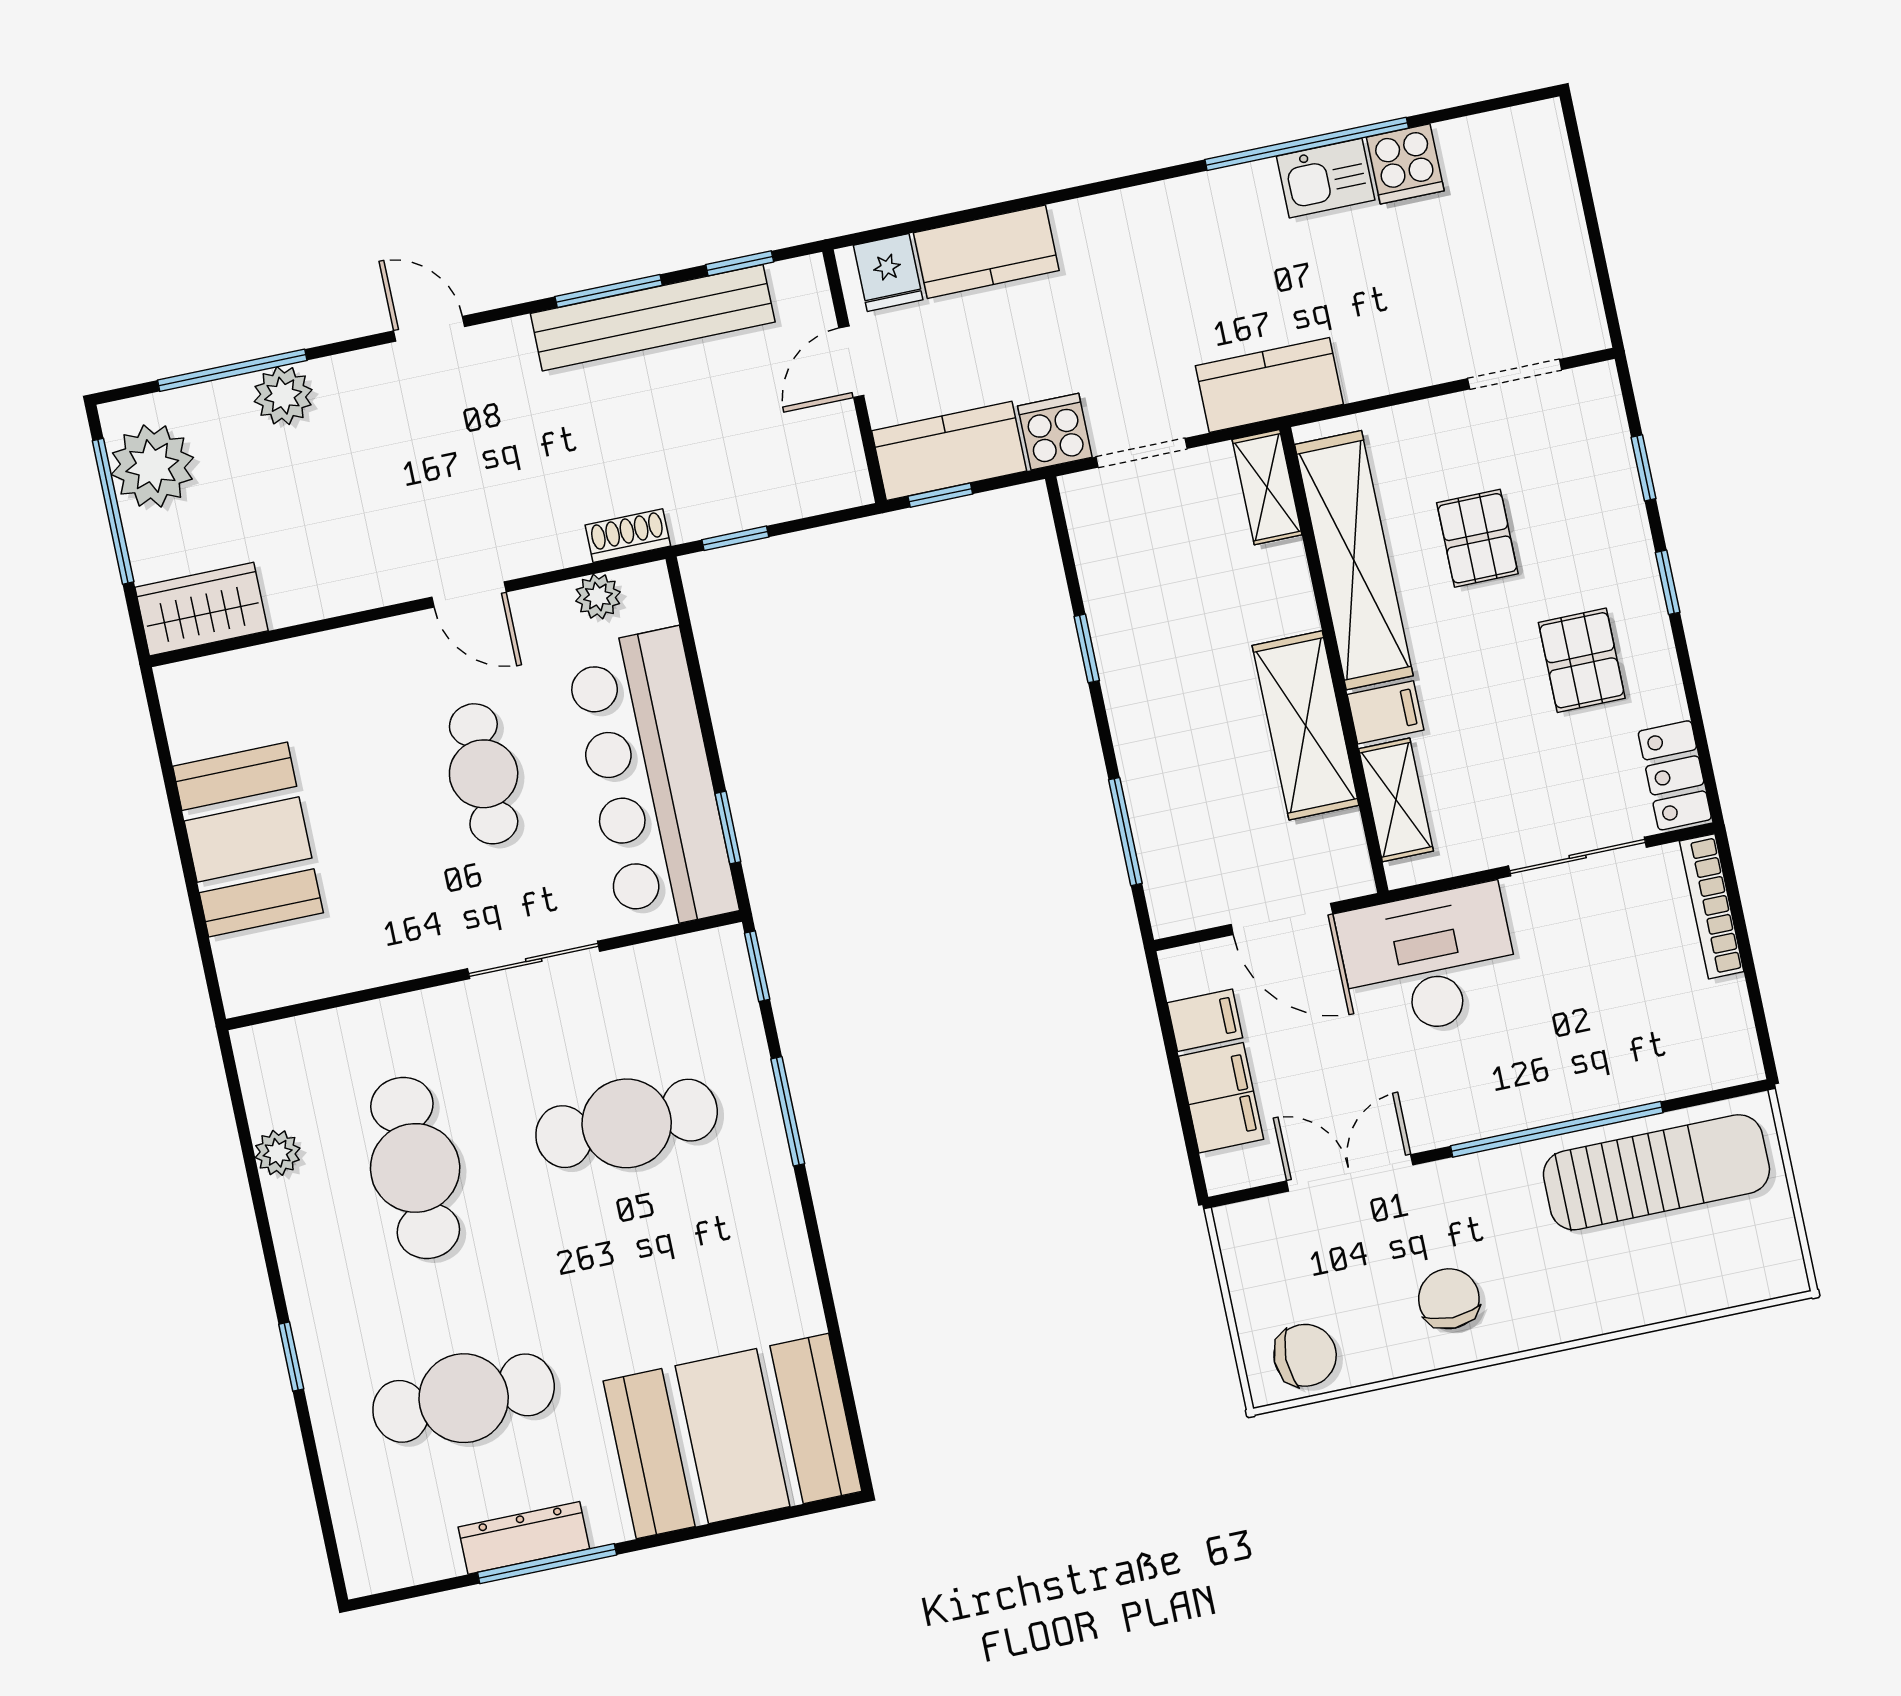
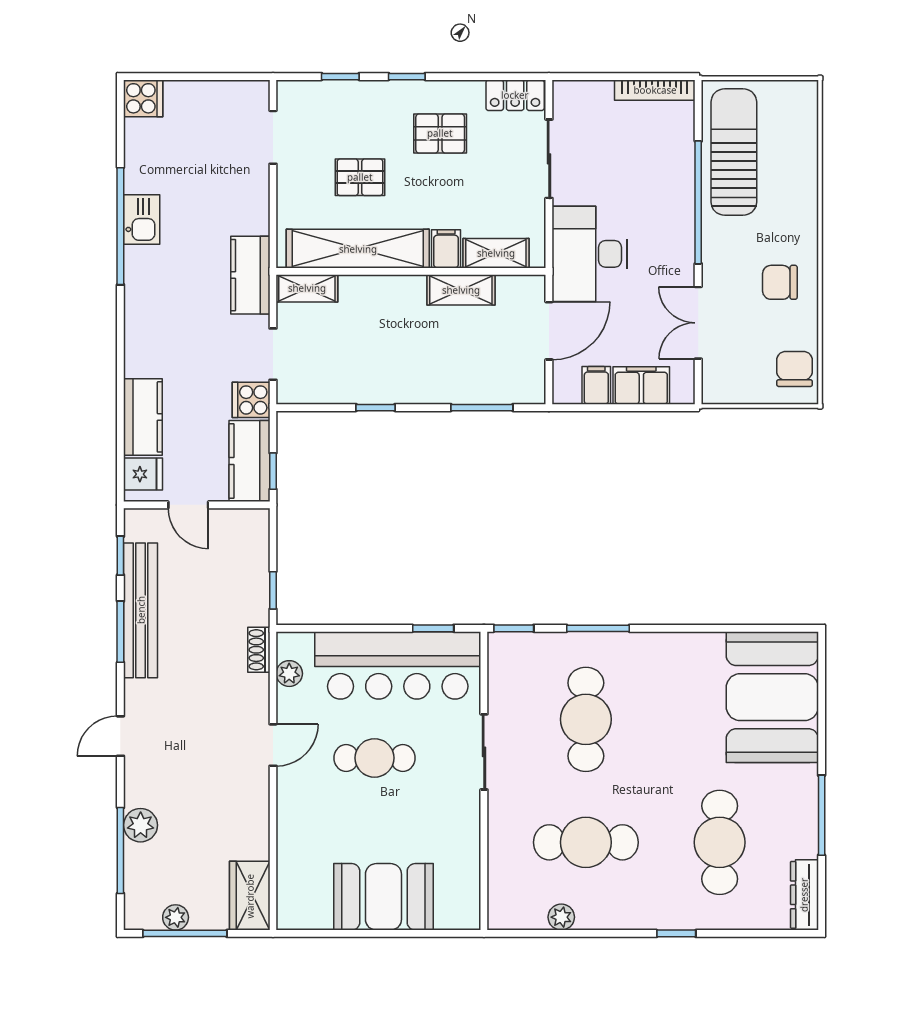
cooker: (1405, 164) -> (143, 98), moved
plant: (152, 466) -> (176, 917), width x0.53, depth x0.53
shelving: (1306, 725) -> (461, 290), width x0.67, depth x0.75
bookcase: (1712, 906) -> (655, 90), moved
dresser: (524, 1538) -> (804, 895), moved

